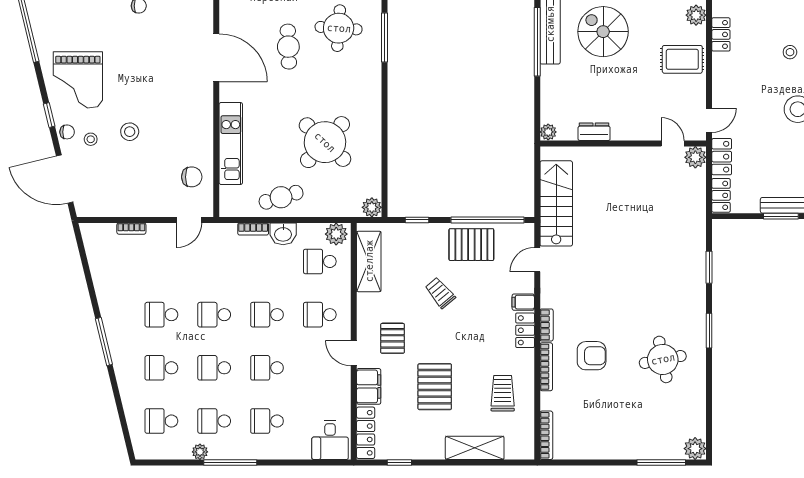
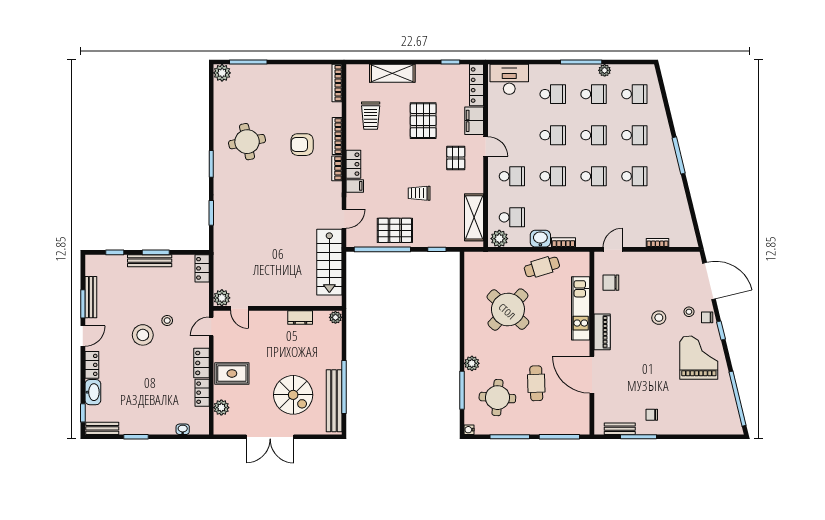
stool: (790, 52) -> (167, 321), moved
piano: (203, 113) -> (602, 332), added
locker: (722, 157) -> (201, 363), moved
plant: (372, 207) -> (472, 363), moved
trolley: (440, 293) -> (419, 193), turned 130
desk: (330, 440) -> (509, 79), width x1.37

